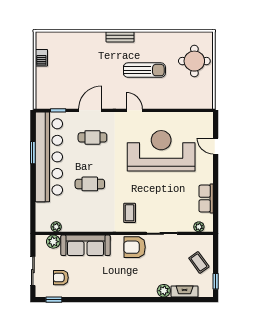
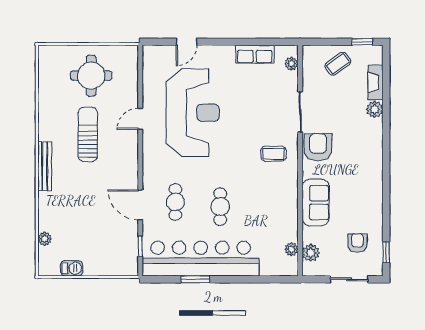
plant: (64, 37) -> (45, 239), added
bench: (120, 37) -> (45, 166), width x1.36
round table: (194, 61) -> (91, 76), moved
door: (134, 110) -> (140, 119), moved
reception desk: (161, 151) -> (193, 113), turned 180
cafe table: (90, 184) -> (220, 207), moved
sofa: (86, 245) -> (316, 203), width x0.73
armchair: (135, 247) -> (318, 147), turned 180
armchair: (61, 278) -> (357, 243), turned 180

